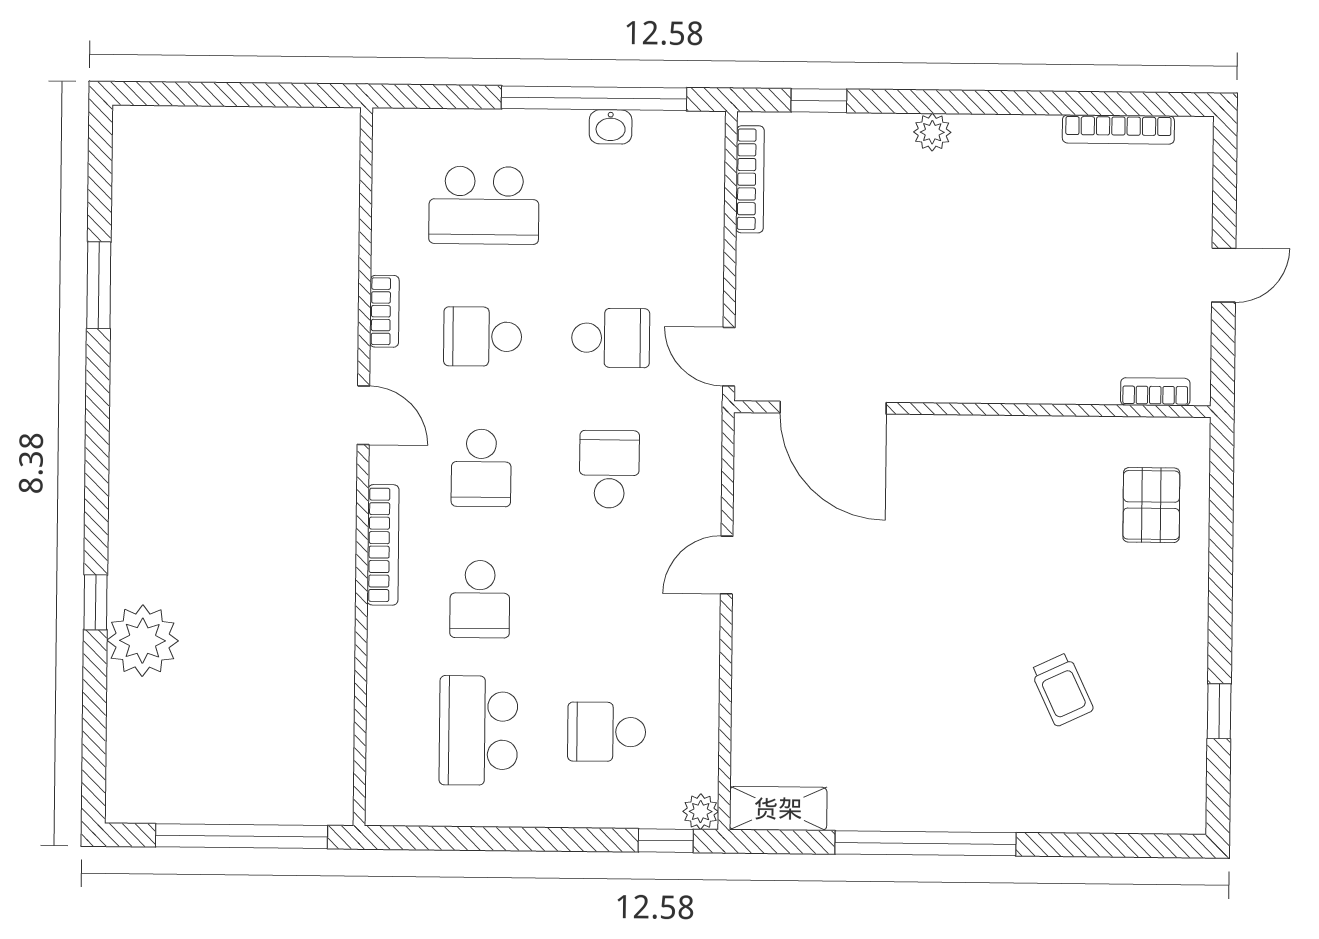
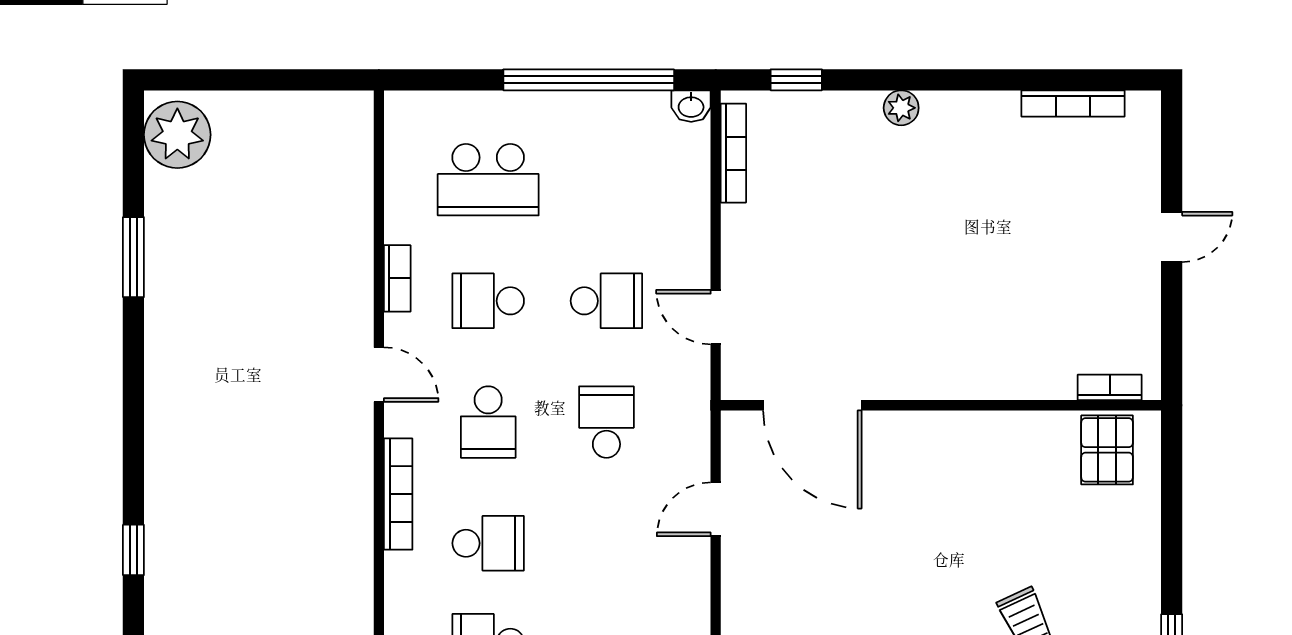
washbasin: (611, 127) -> (691, 106), moved
bookcase: (1155, 392) -> (1110, 387), moved
door: (833, 408) -> (812, 405), moved
wall: (972, 409) -> (941, 405), moved
school desk: (480, 599) -> (488, 543), turned -90
plant: (143, 641) -> (177, 135), moved

